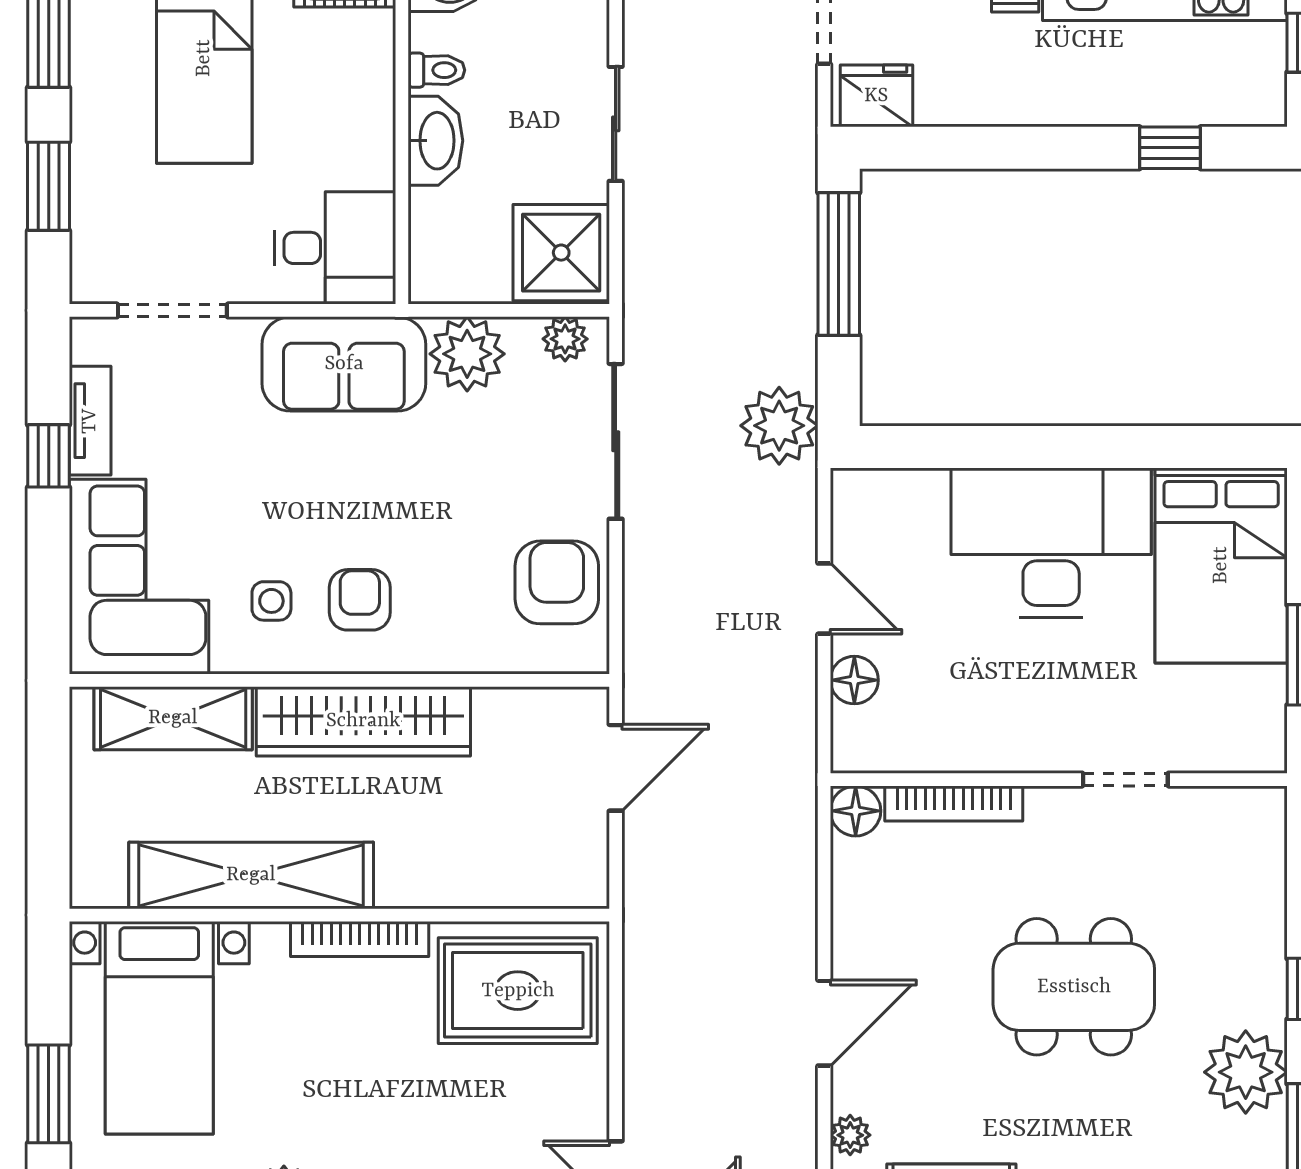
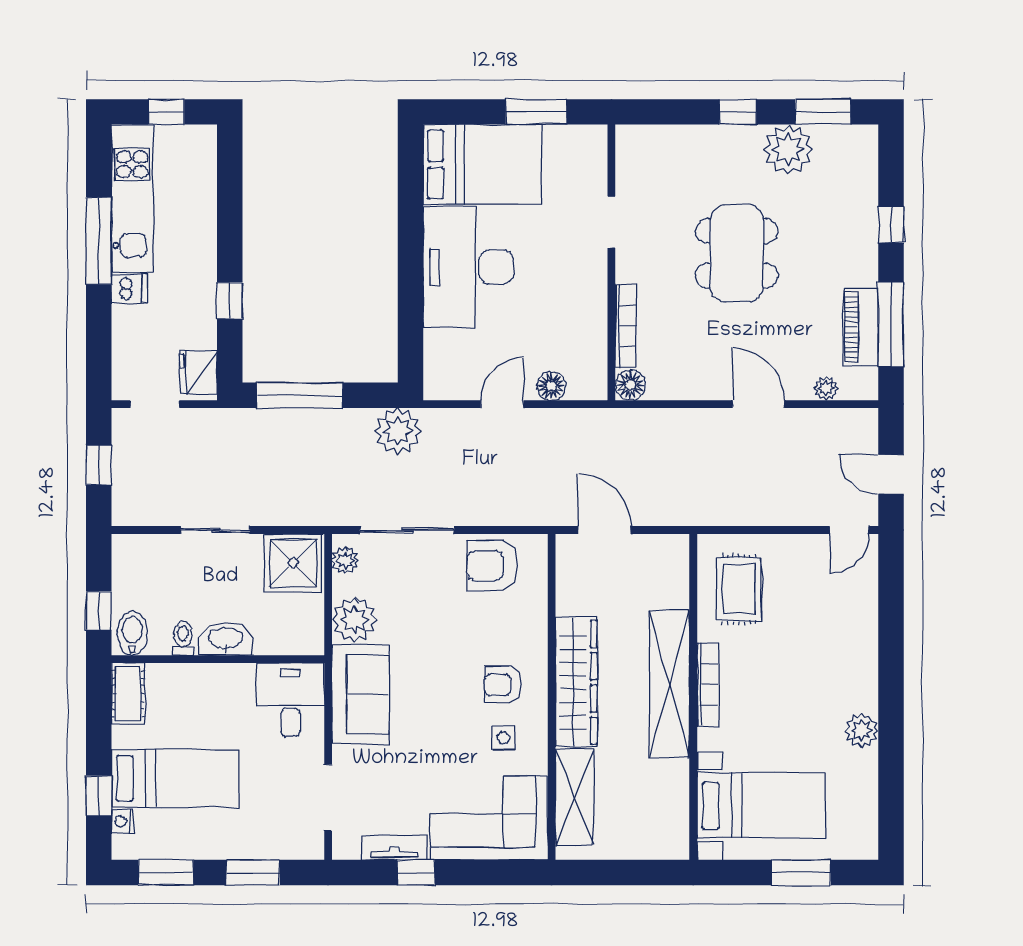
window: (1170, 148) -> (230, 301), moved
shelving: (251, 875) -> (669, 684), moved
rug: (518, 991) -> (739, 589), width x0.73, depth x0.70

